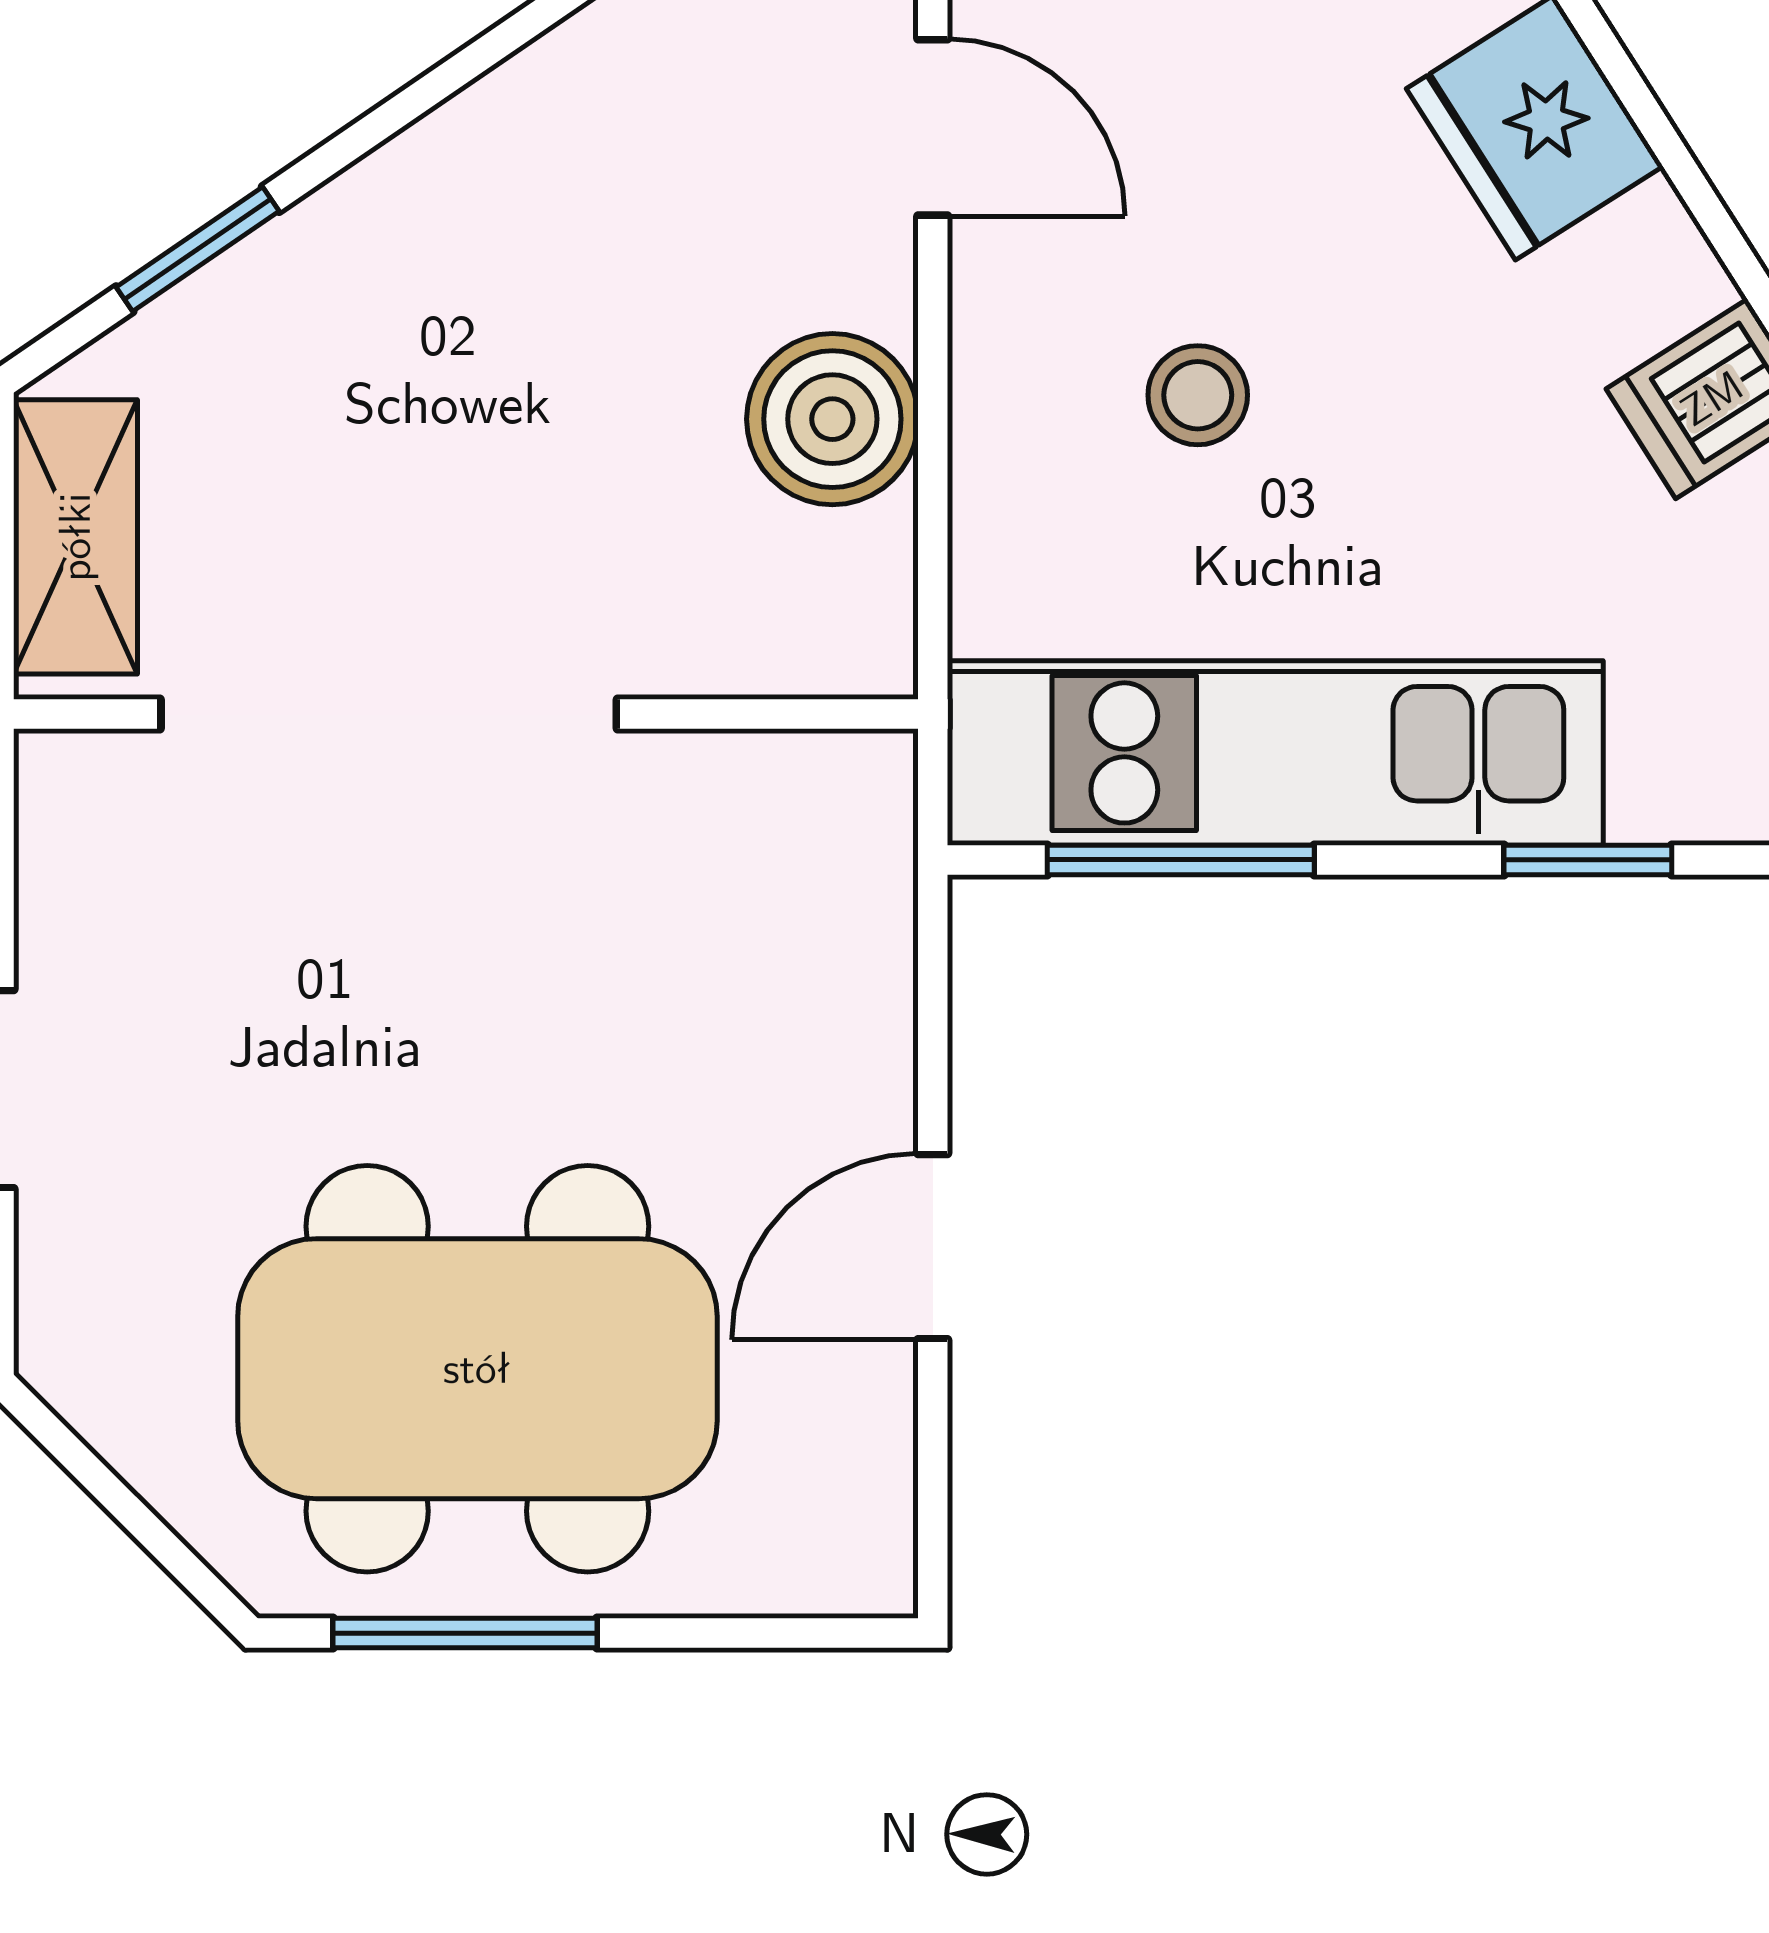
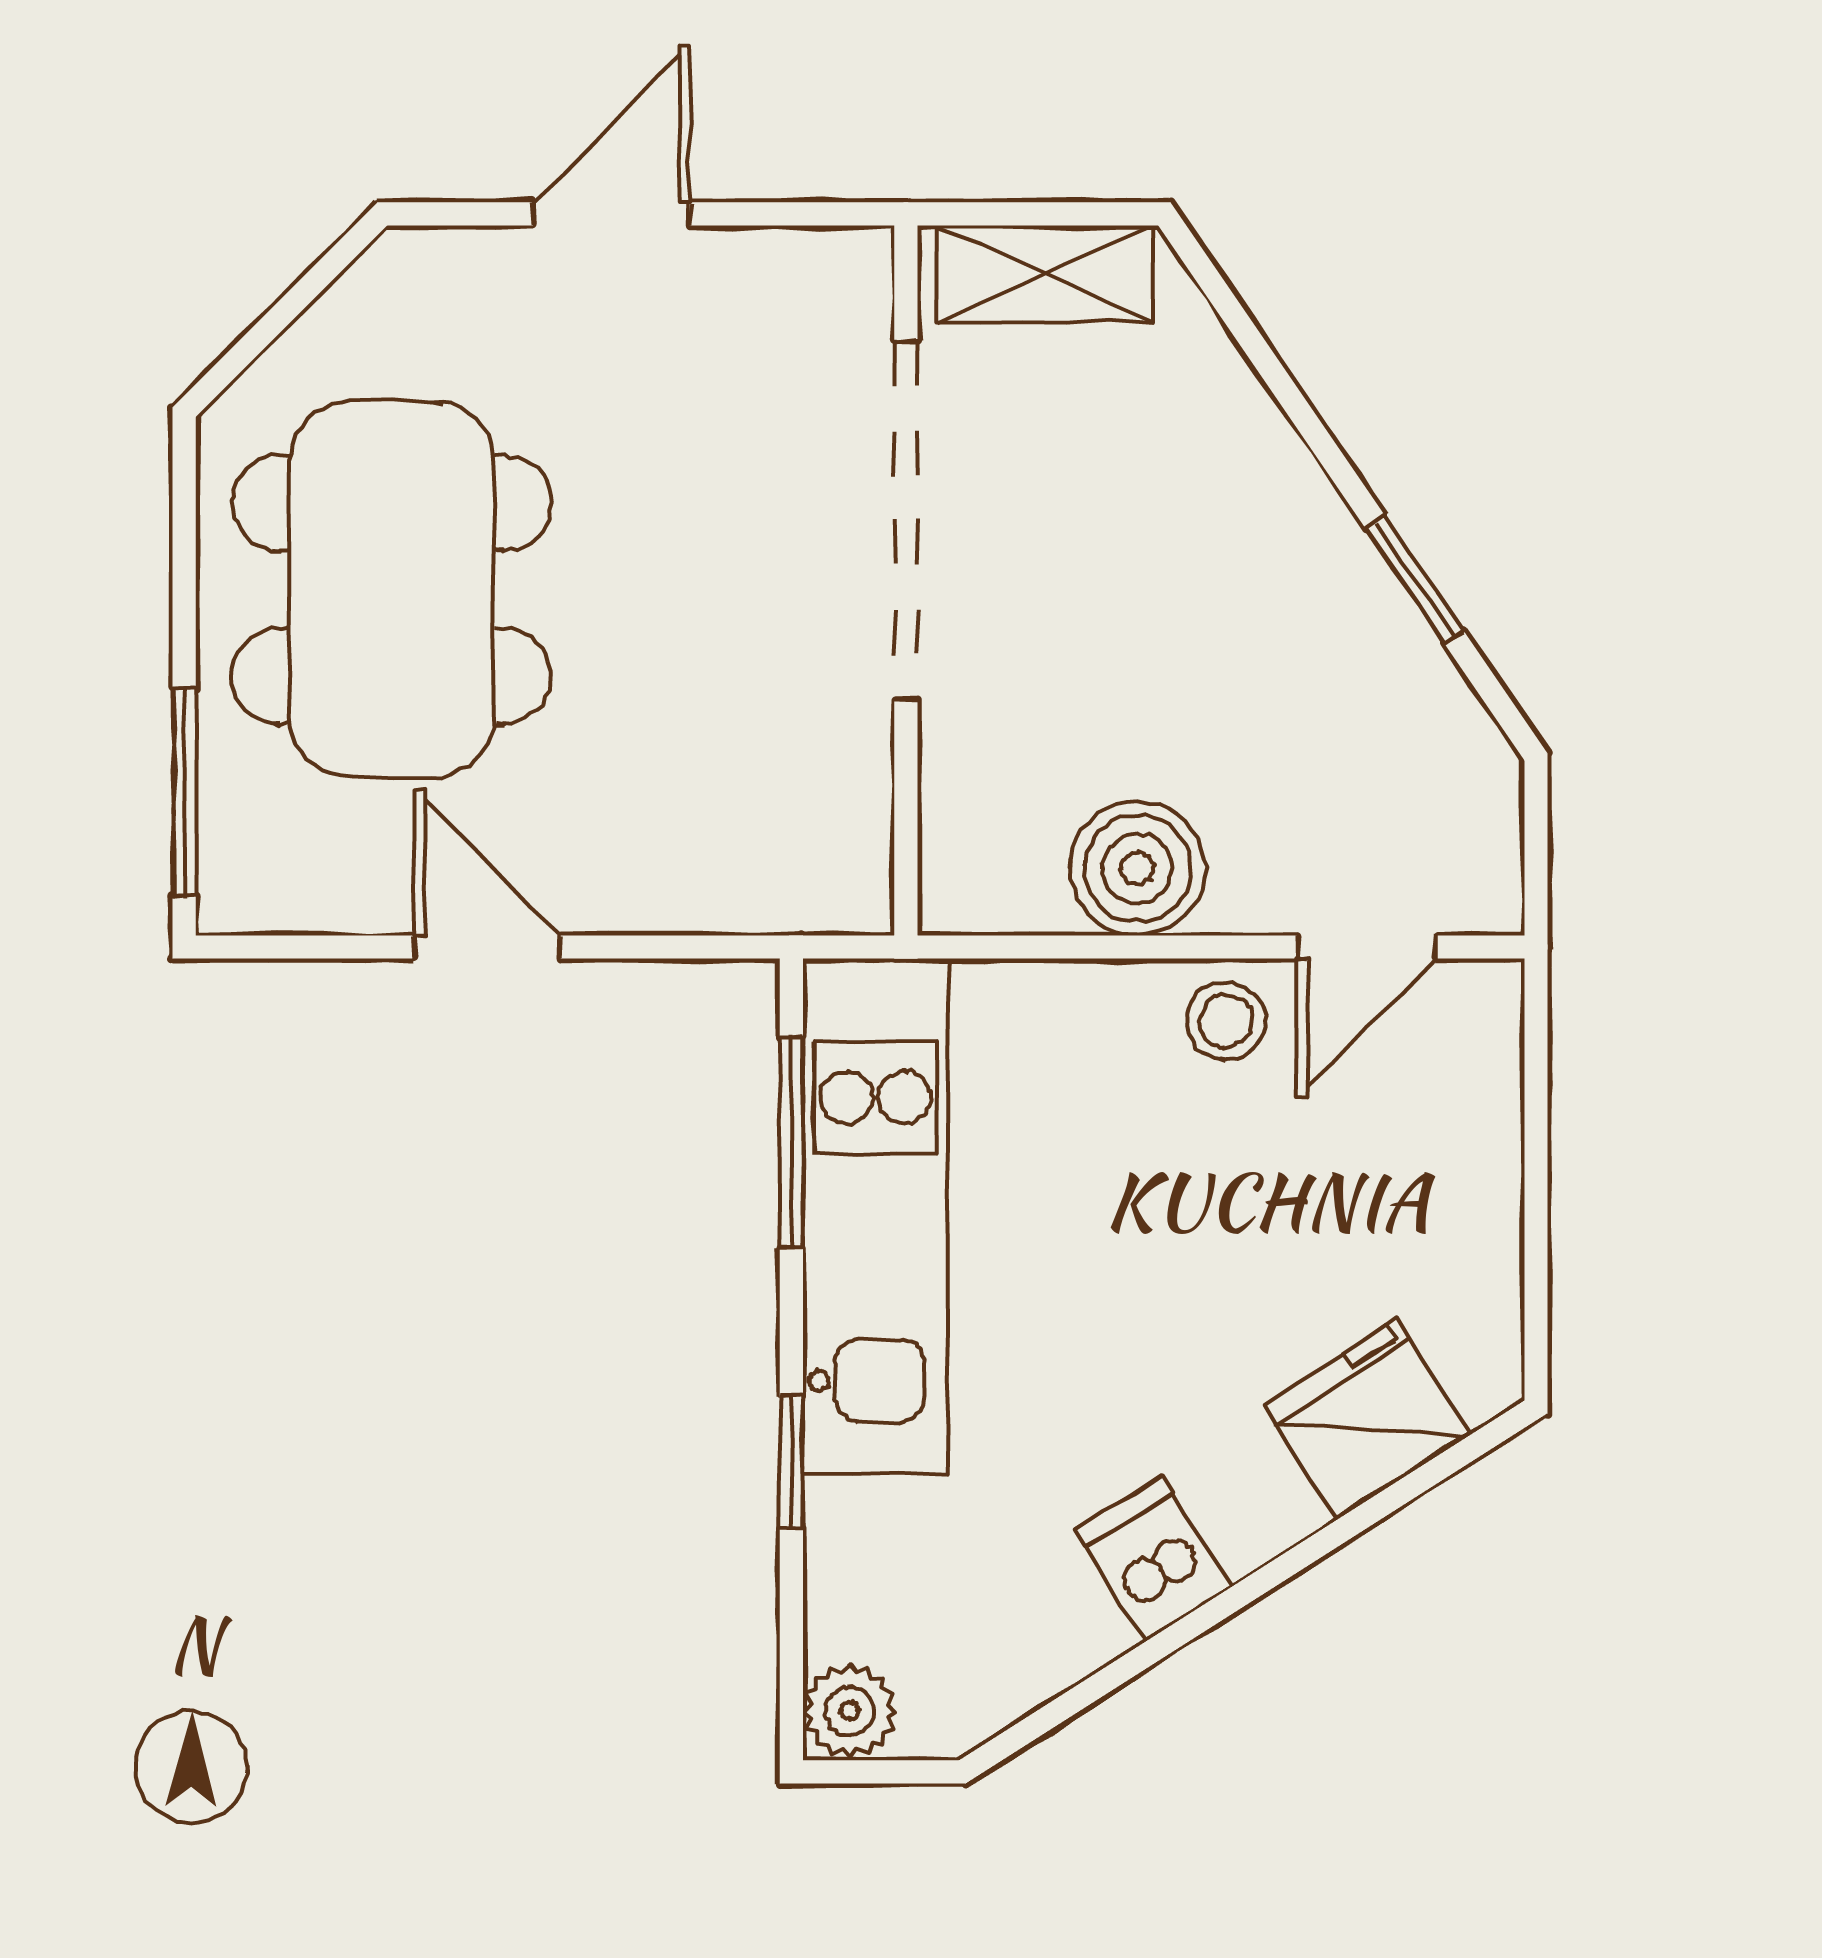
window: (198, 249) -> (1414, 579), moved
stool: (1198, 395) -> (1226, 1021), moved
window: (465, 1633) -> (184, 792), moved

